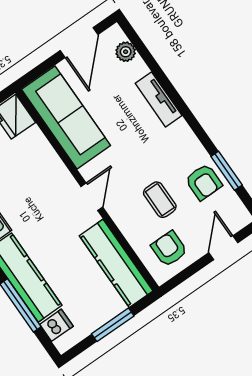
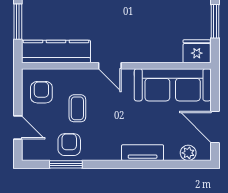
armchair: (204, 182) -> (69, 145), turned 90
coffee table: (160, 200) -> (77, 108), turned 90
armchair: (169, 249) -> (41, 92), turned -90

